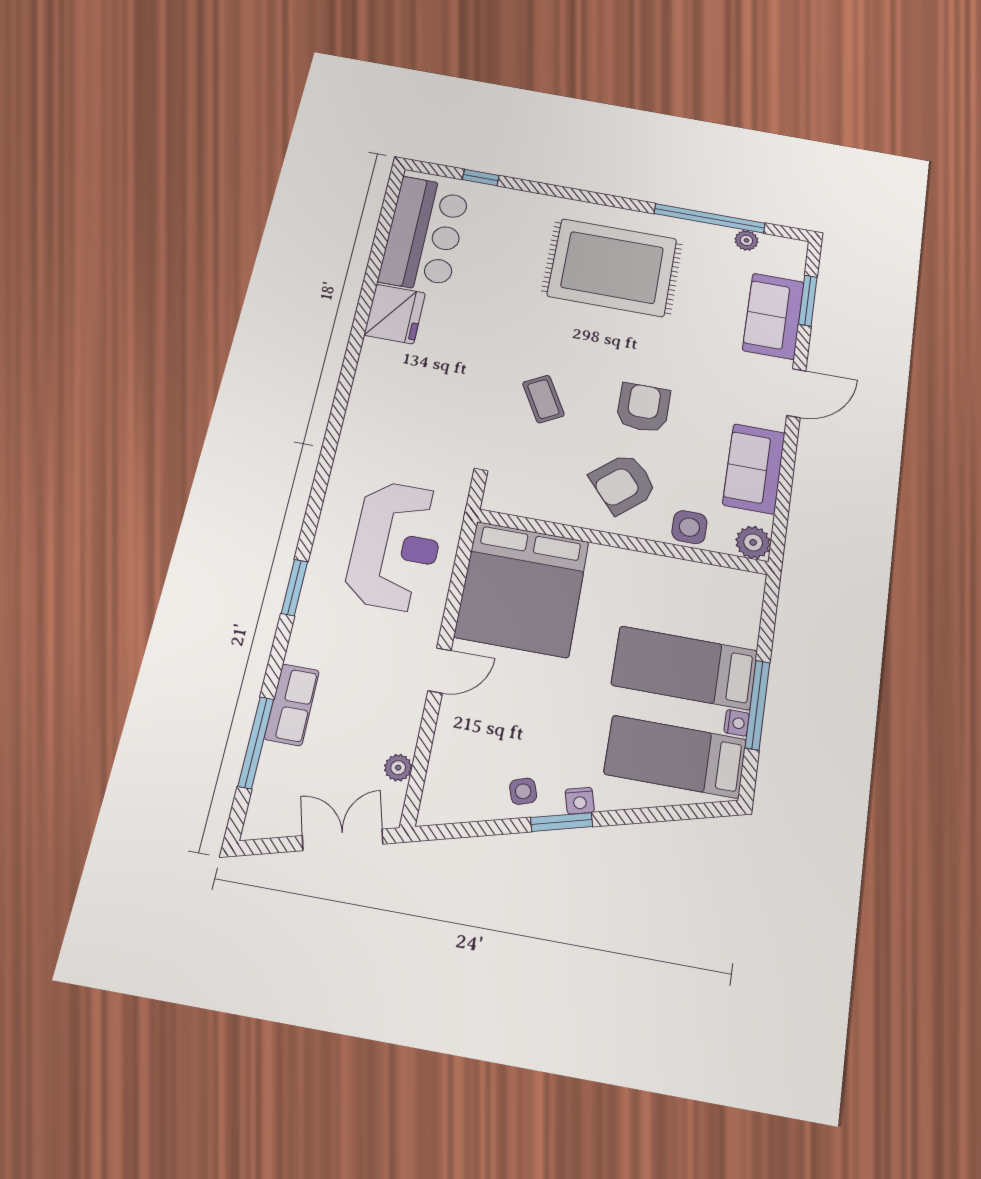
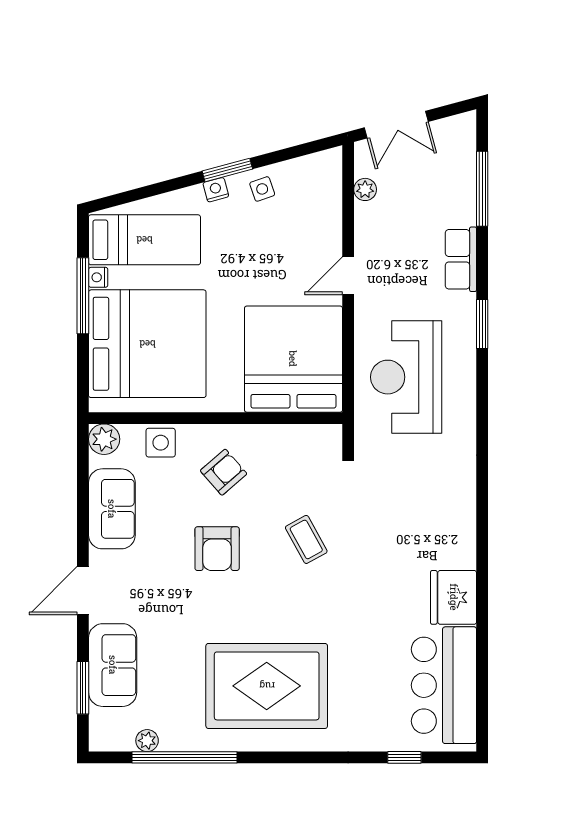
armchair: (623, 484) -> (224, 472), width x0.72, depth x0.72
bed: (685, 668) -> (147, 344), width x2.04
row of seats: (292, 705) -> (461, 259), moved

